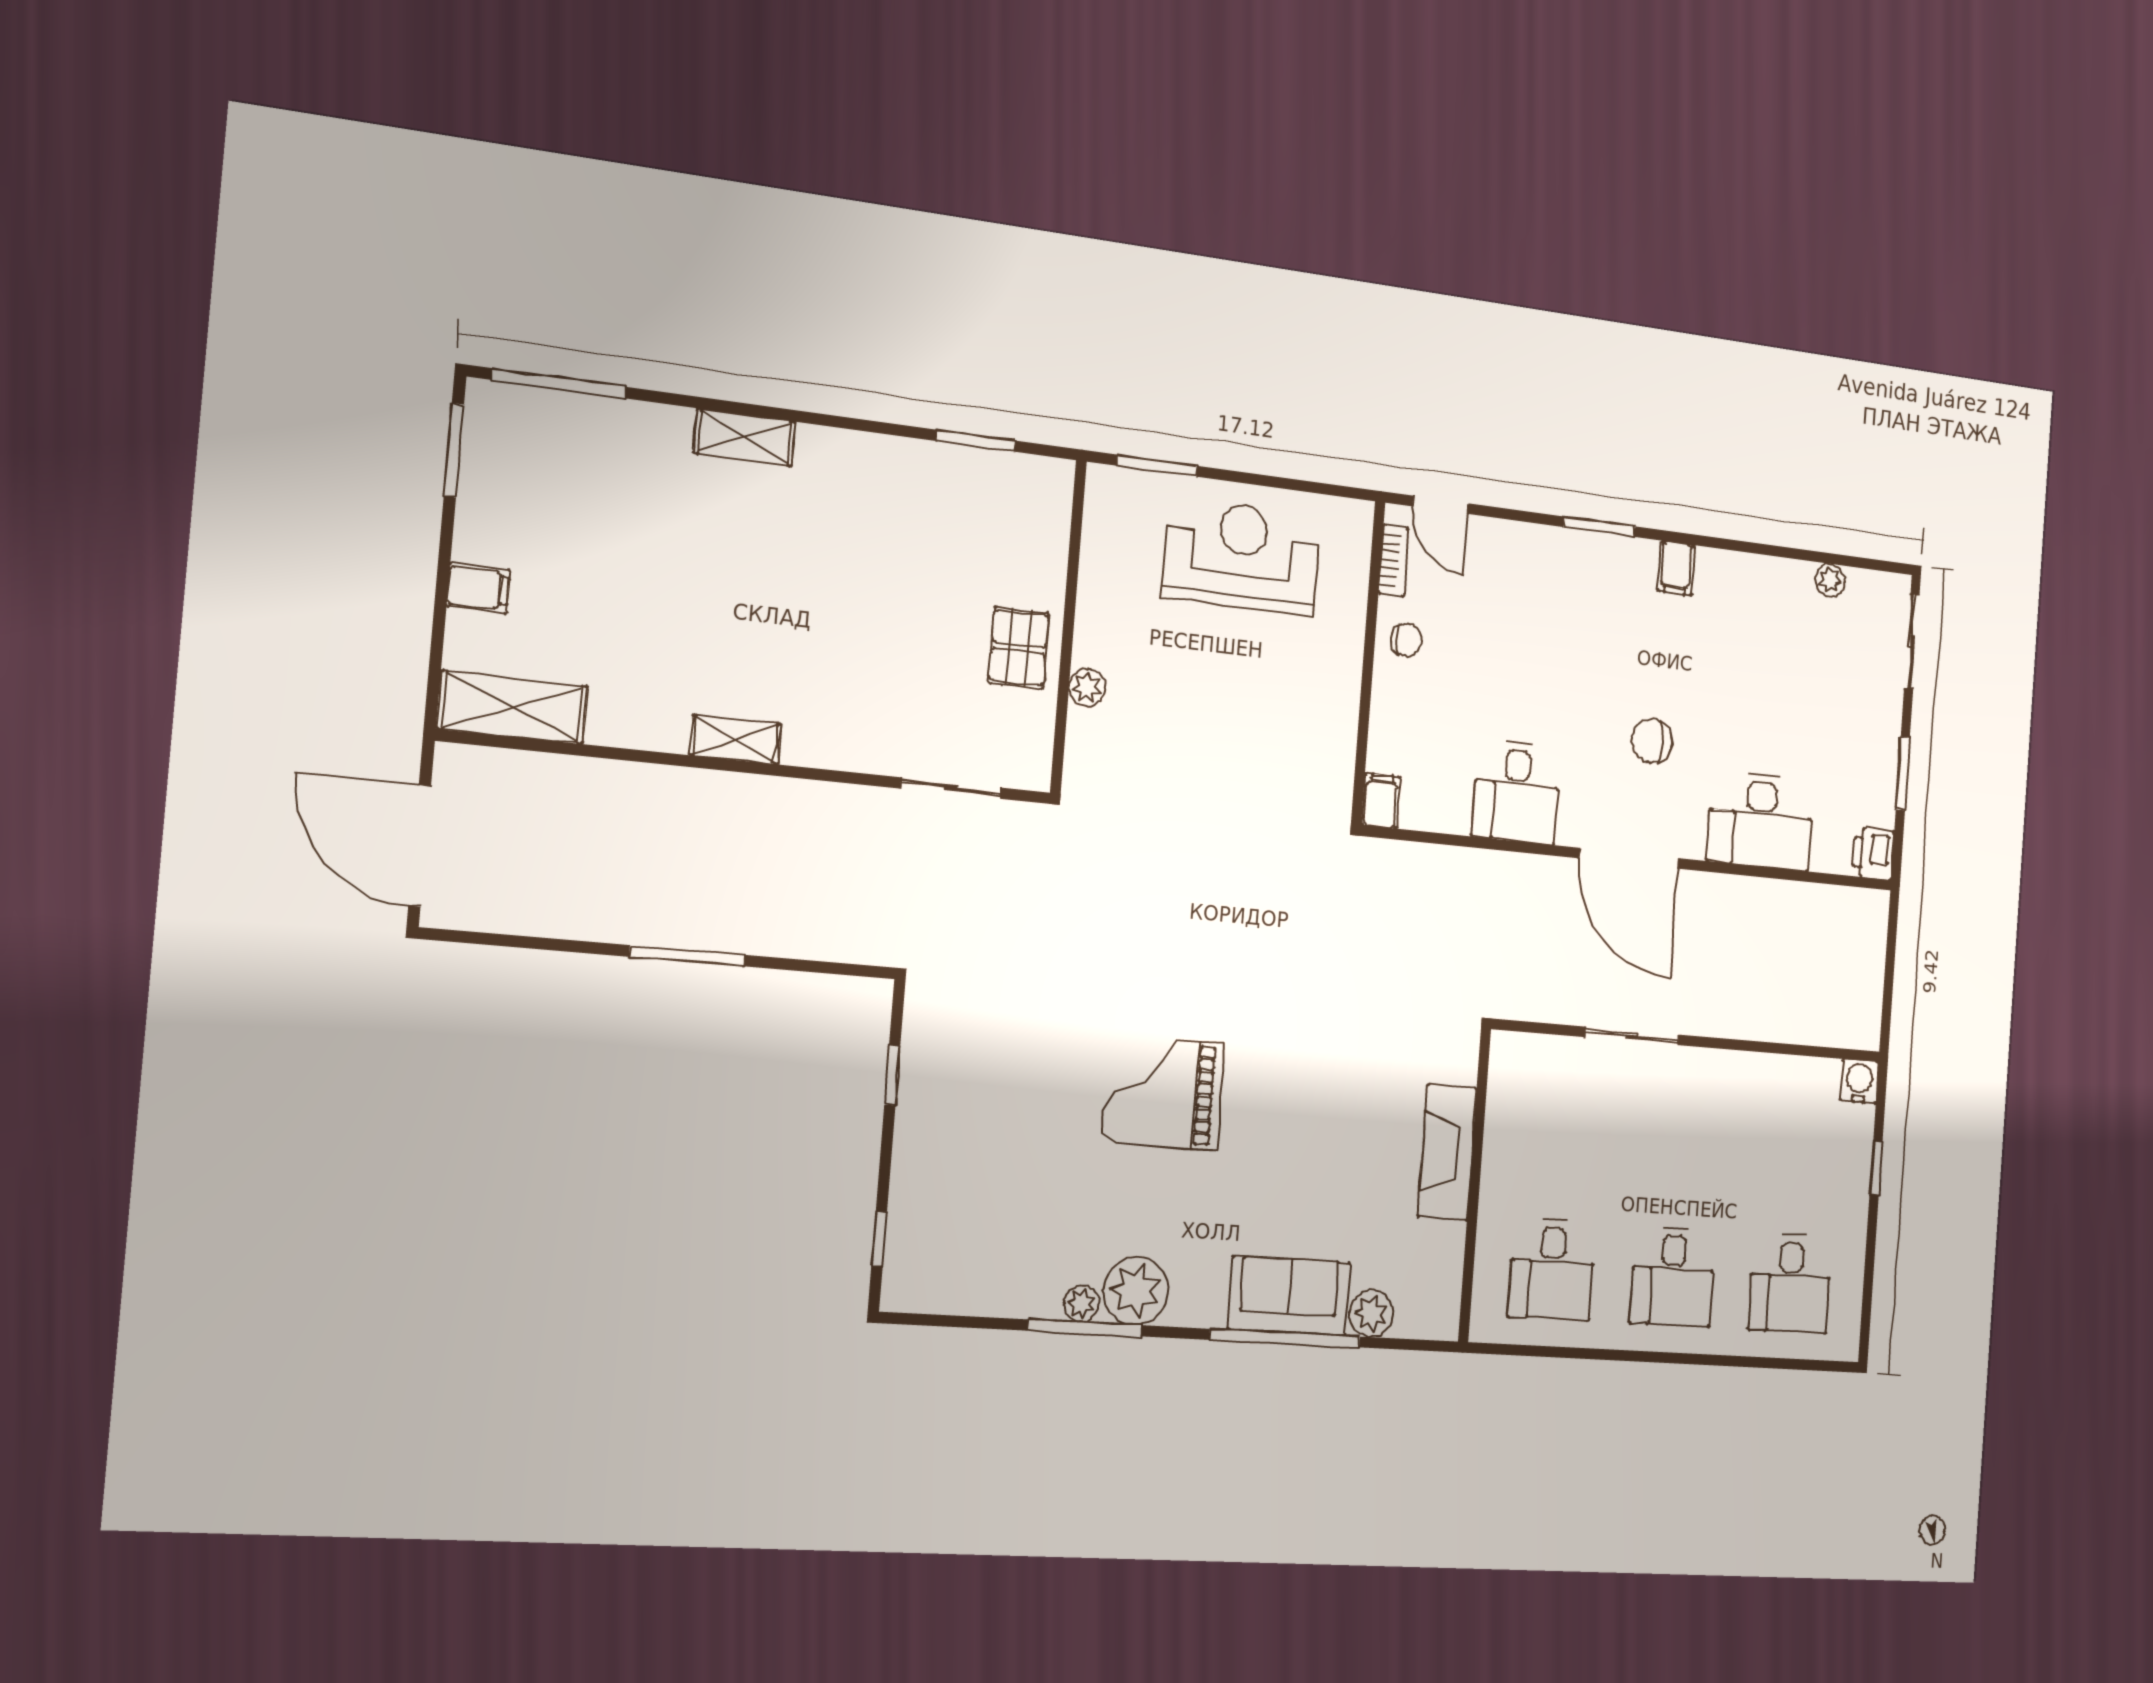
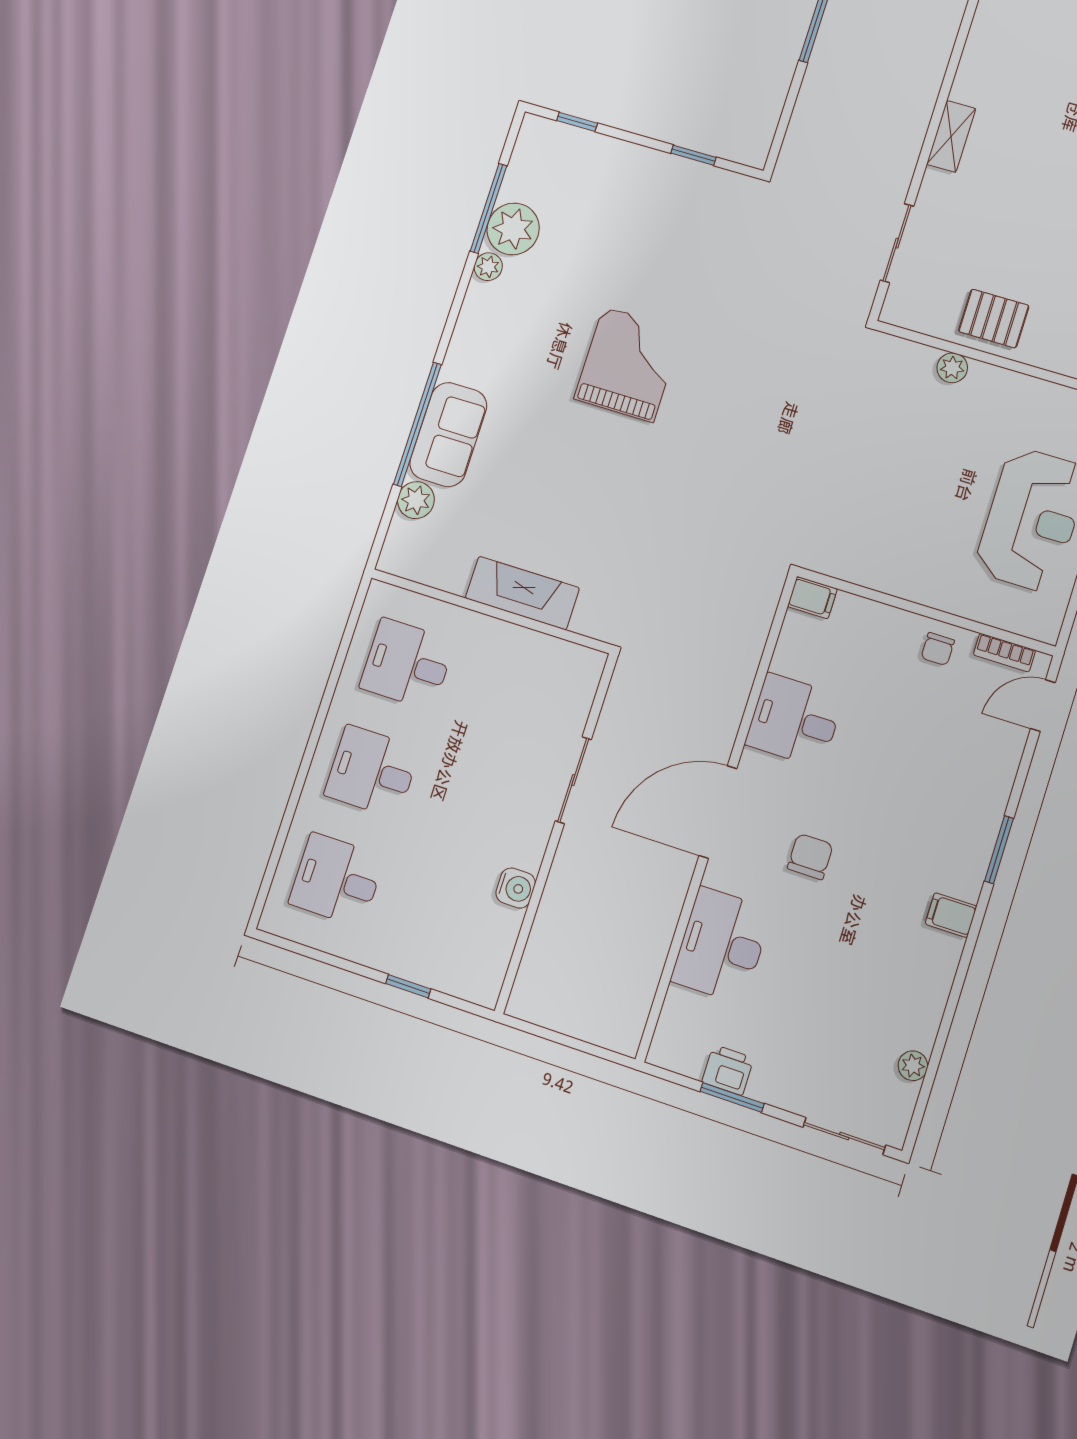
shelving: (735, 740) -> (951, 136), moved
printer: (1873, 854) -> (728, 1070), moved
water cooler: (1859, 1081) -> (516, 888), moved
plant: (1136, 1291) -> (513, 229), moved
window: (1084, 1328) -> (488, 208), moved

